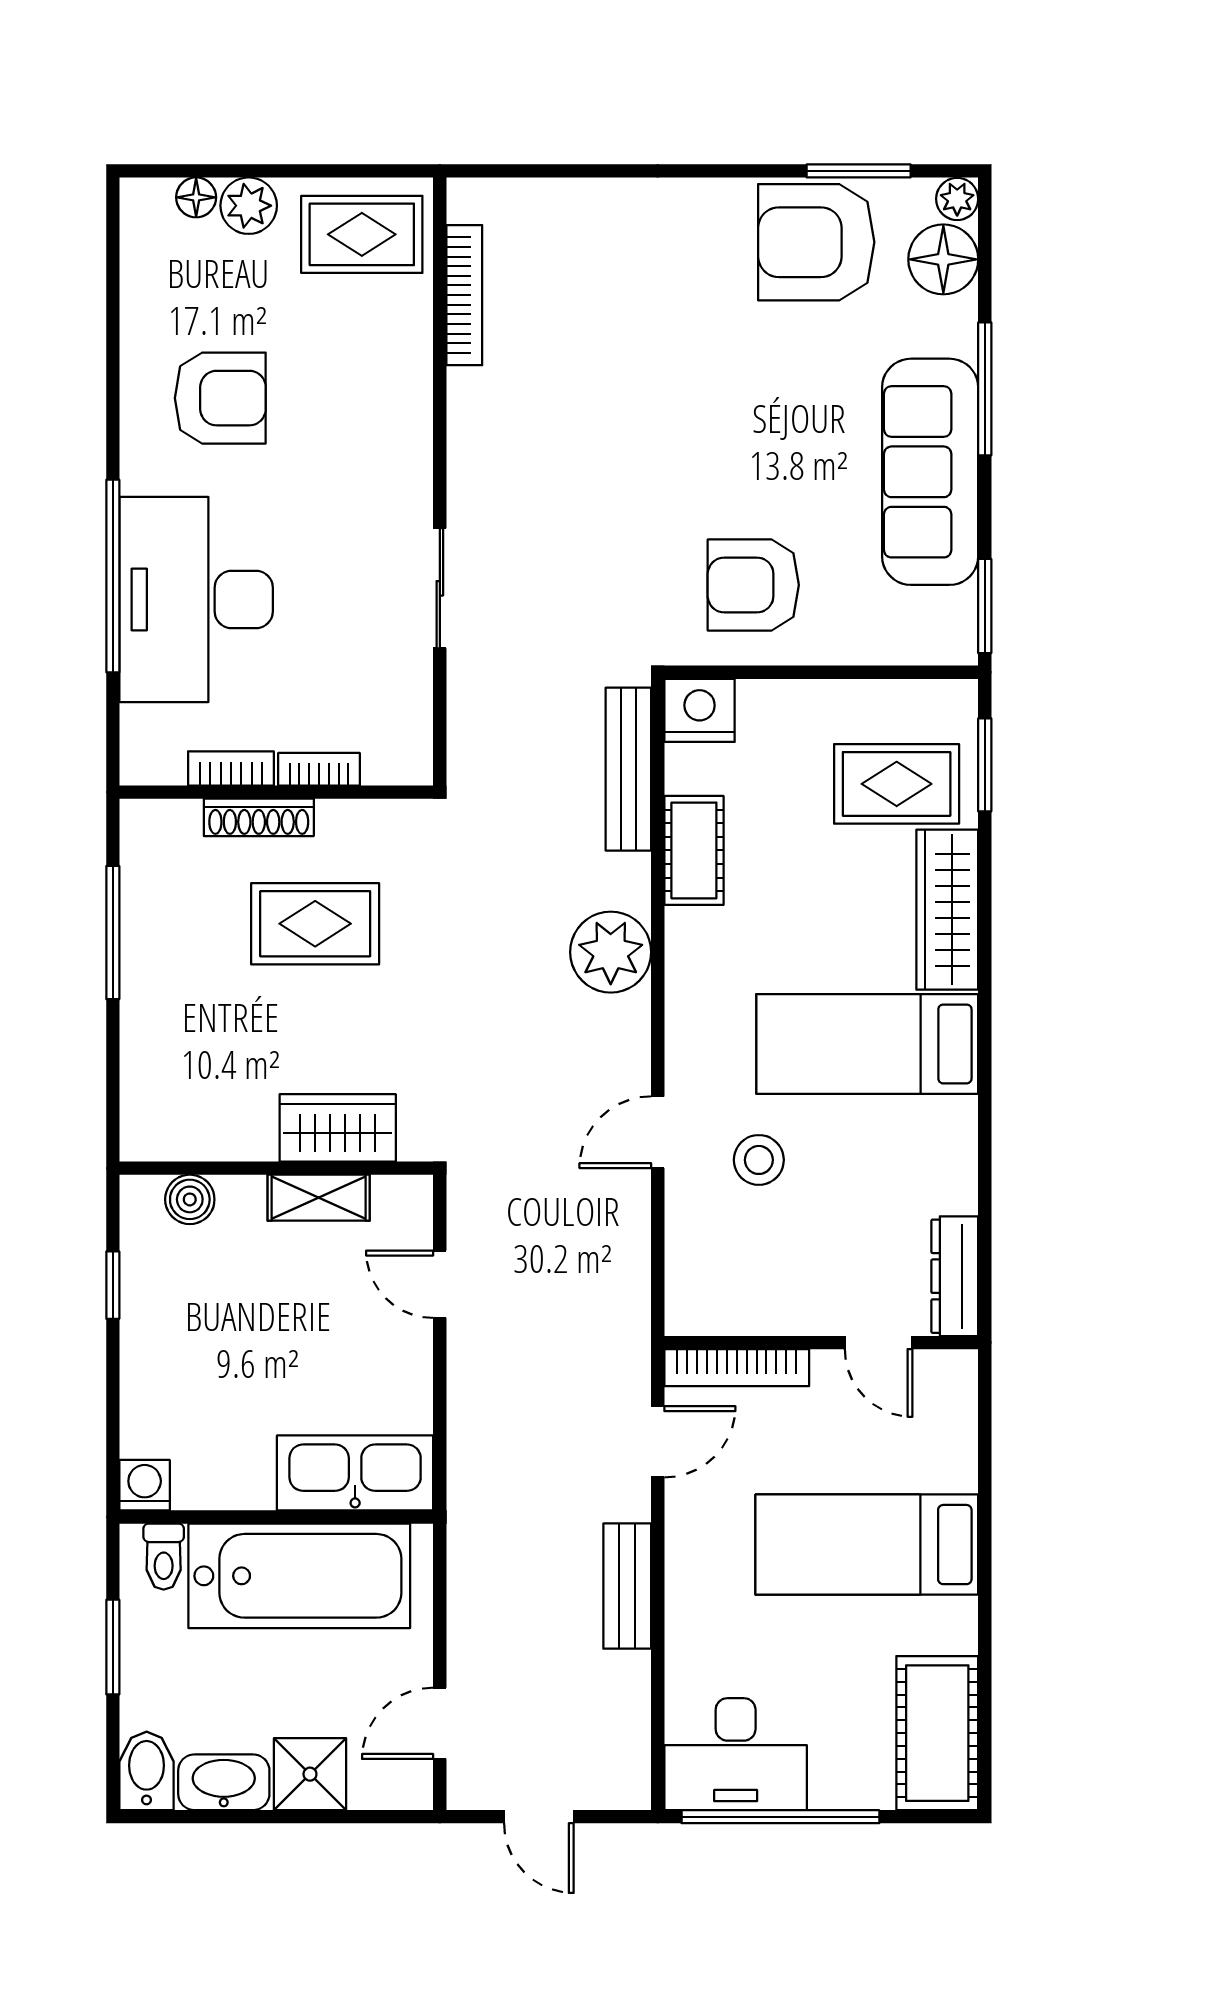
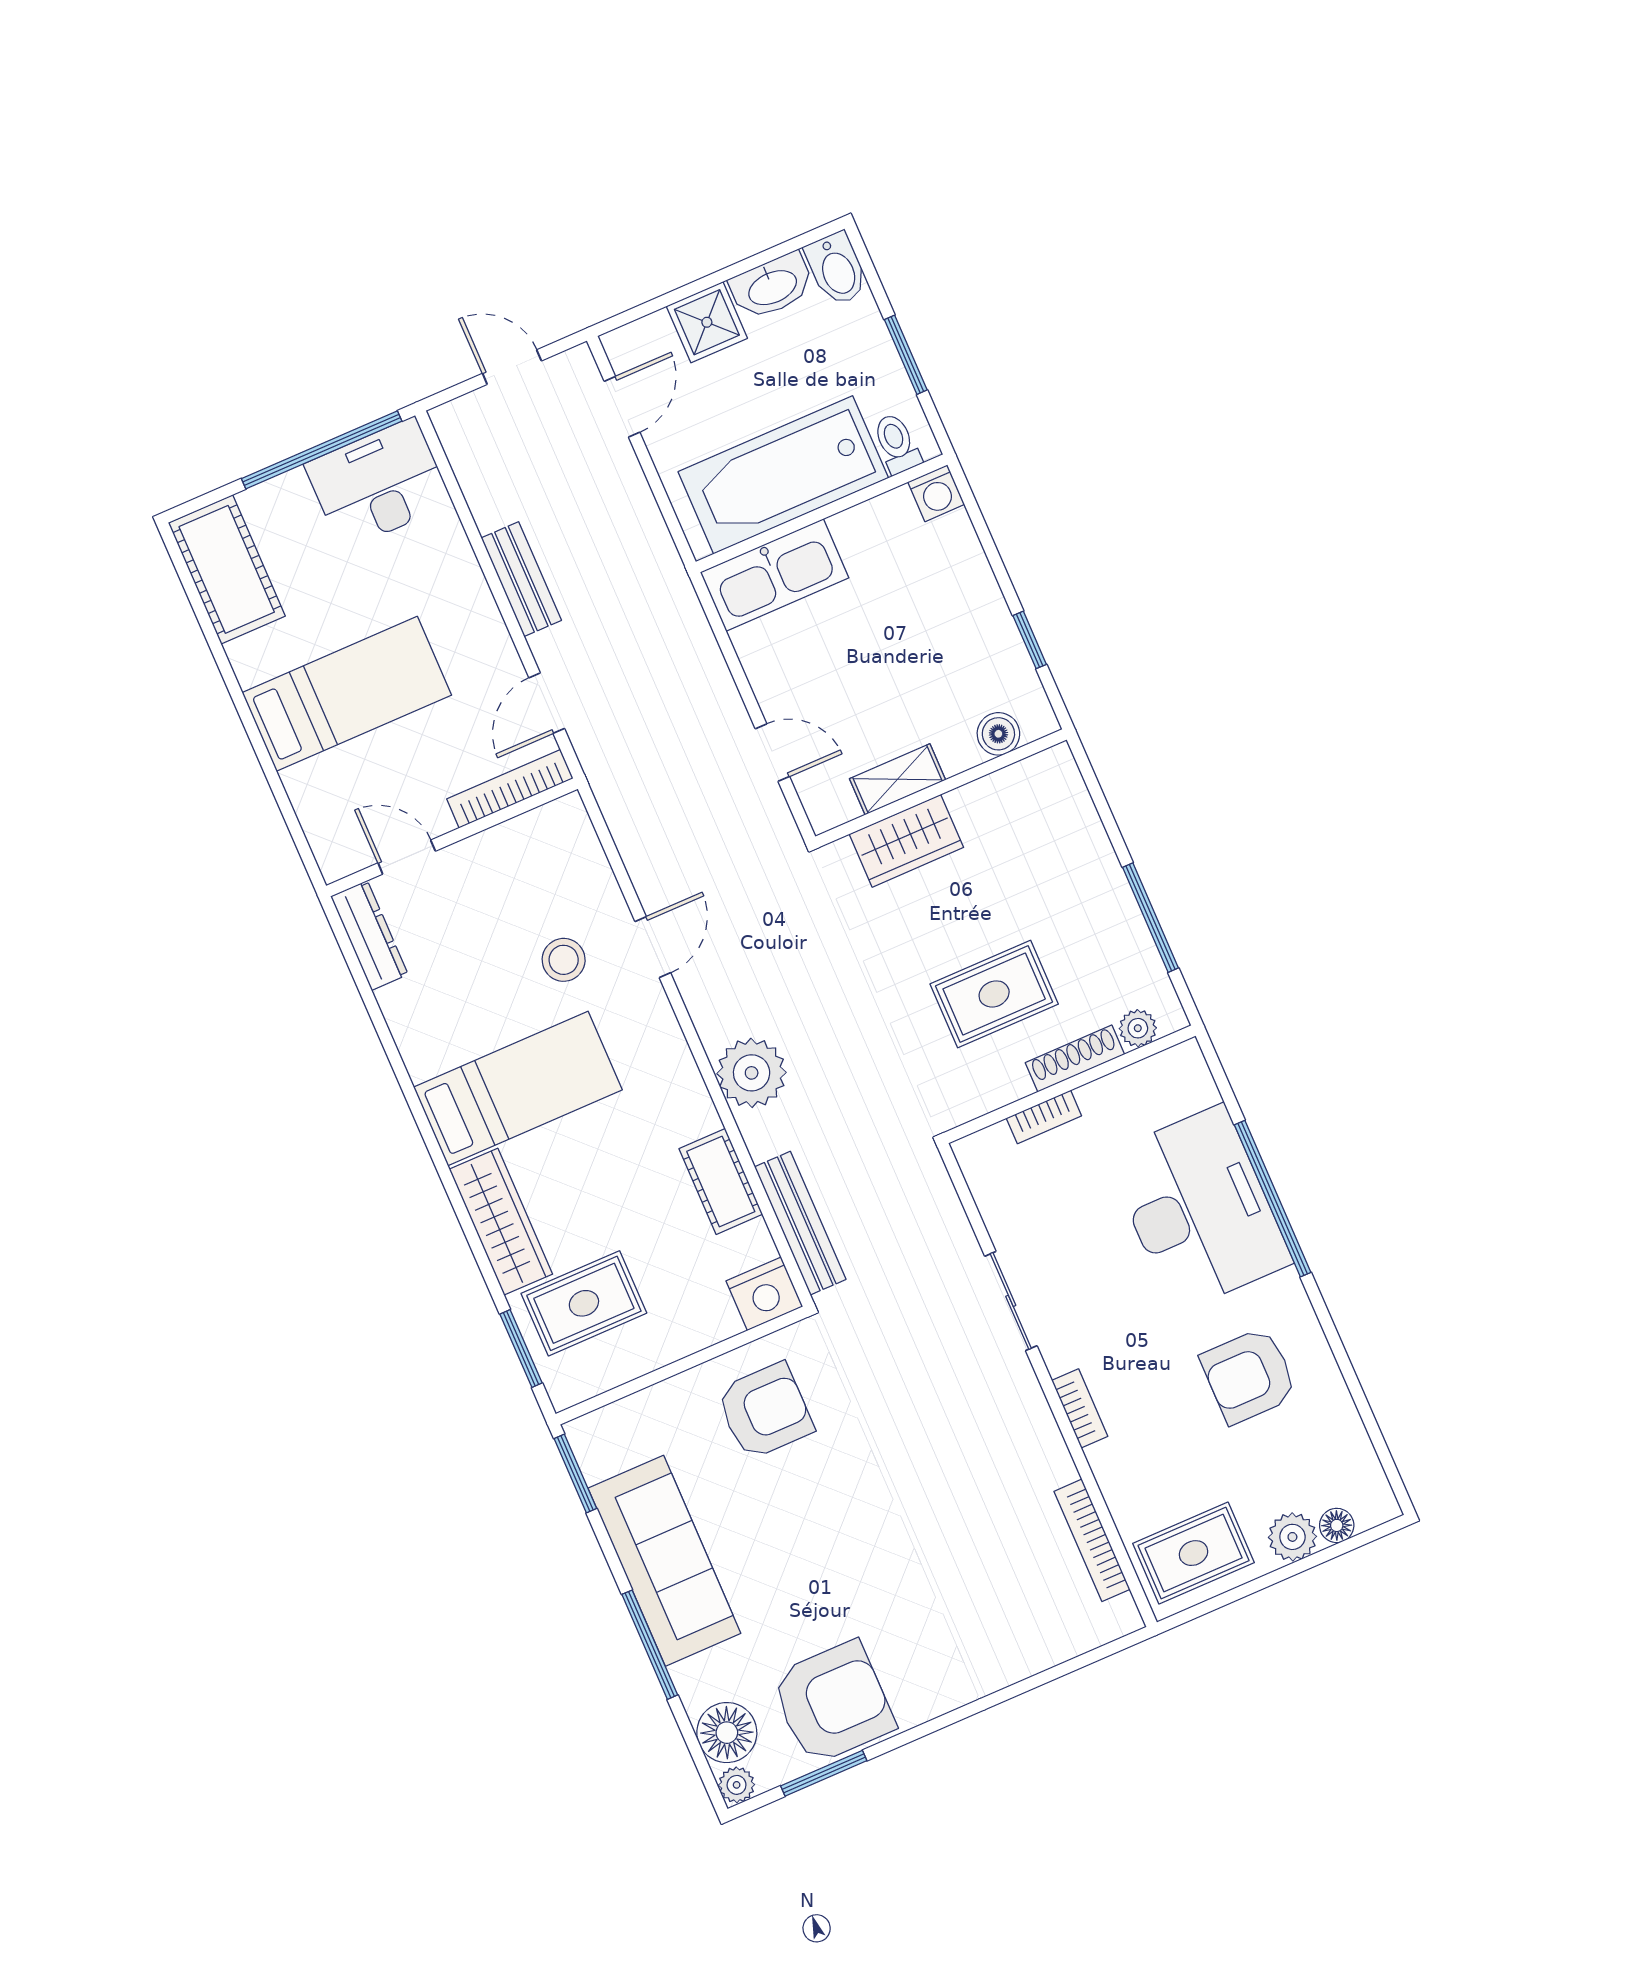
bookcase: (231, 768) -> (1080, 1408), moved, turned -90
plant: (178, 820) -> (1138, 1028), added

